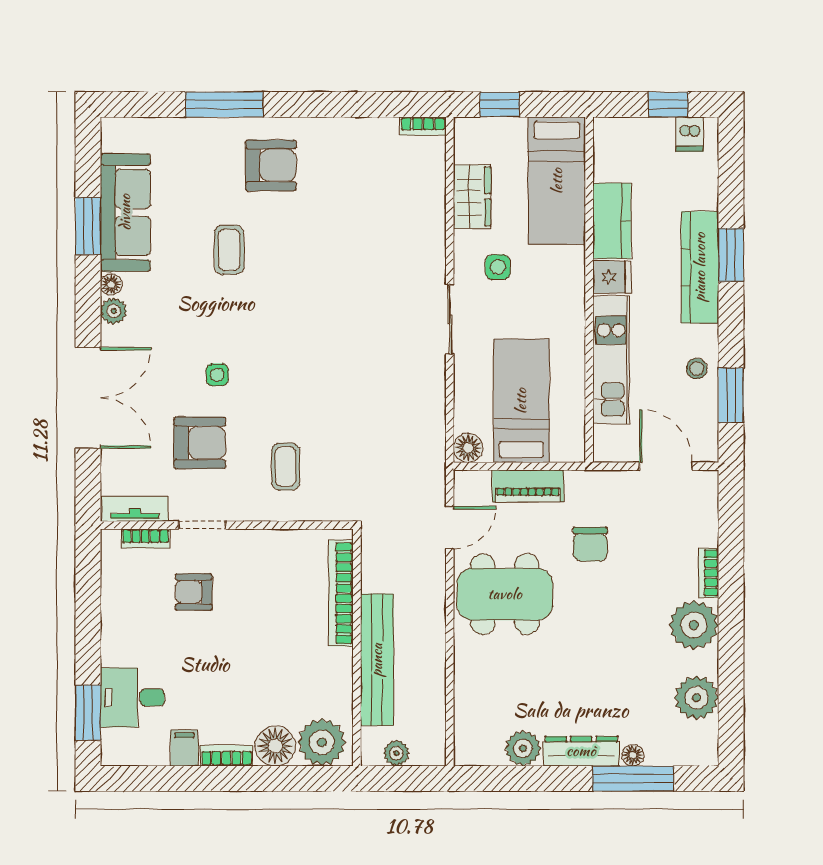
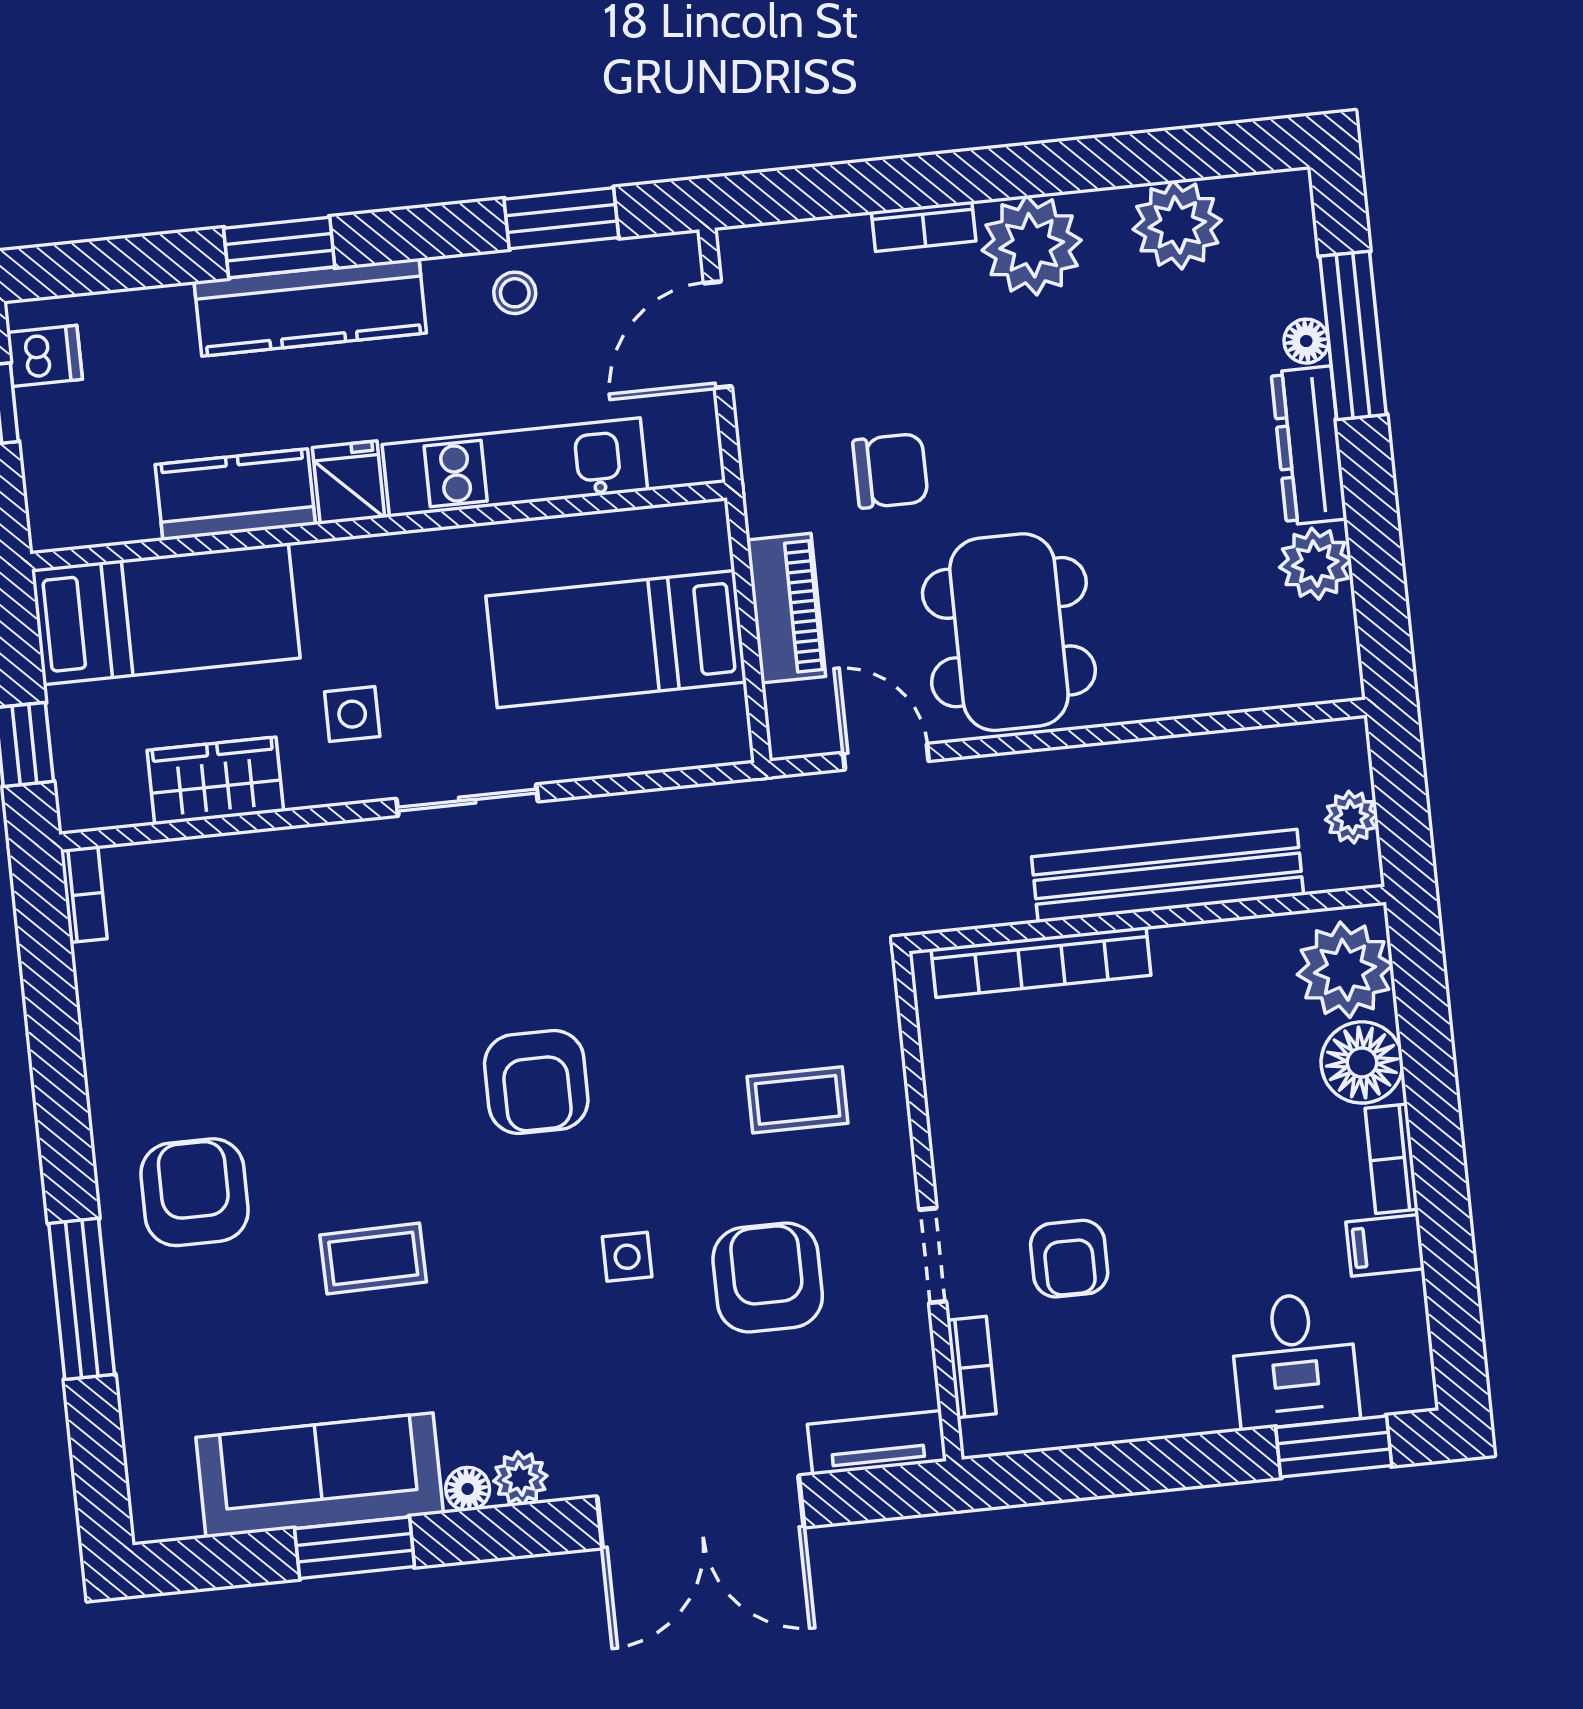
armchair: (308, 339) -> (536, 1082), added
double door: (88, 398) -> (700, 1512), swing flipped
floor lamp: (468, 448) -> (722, 736), removed
tv unit: (135, 509) -> (877, 1443), moved, turned 90

